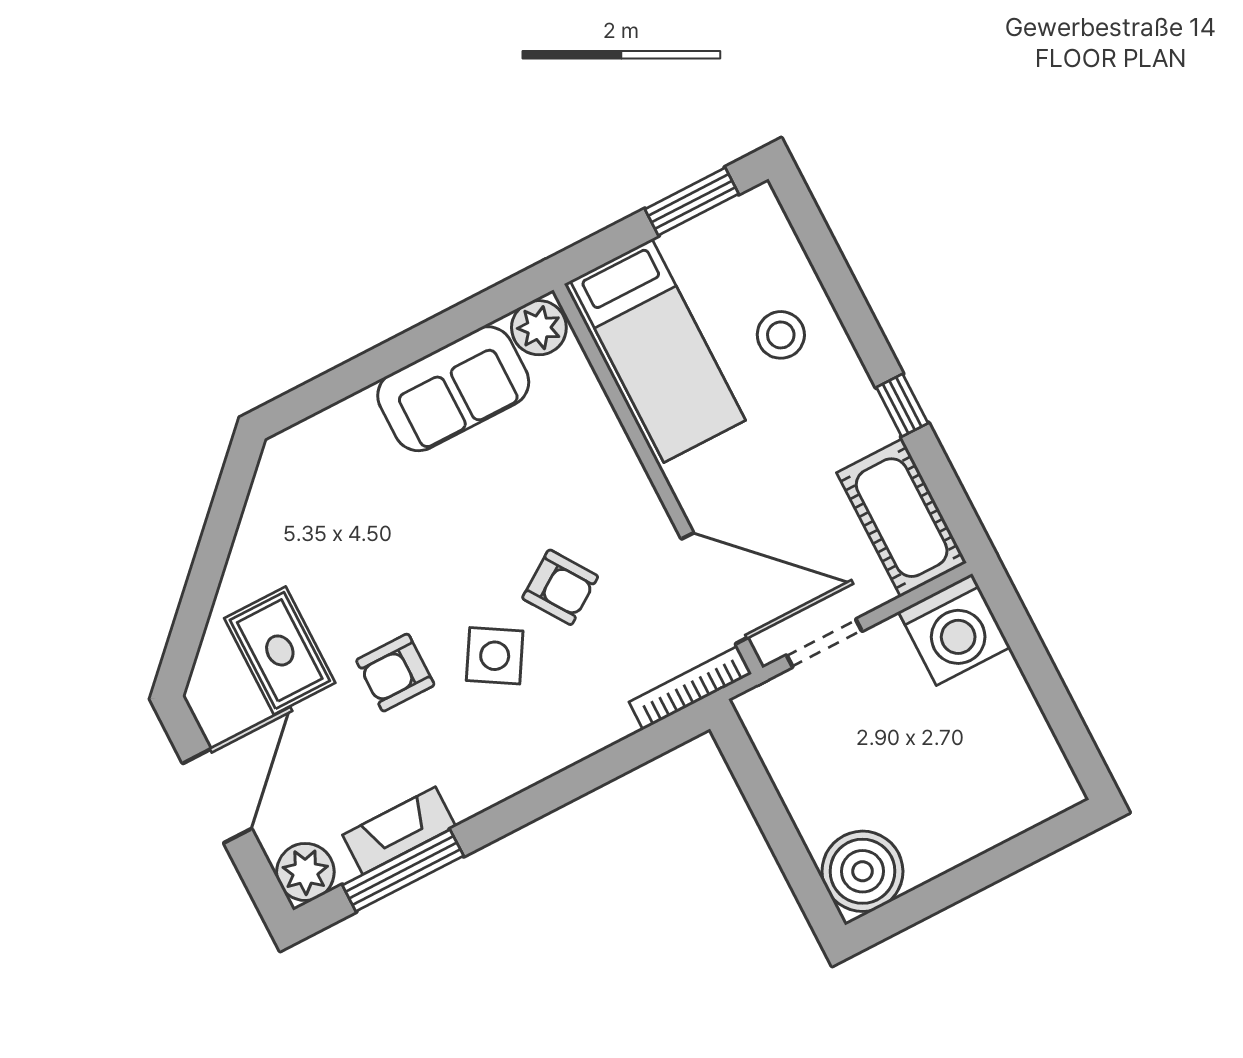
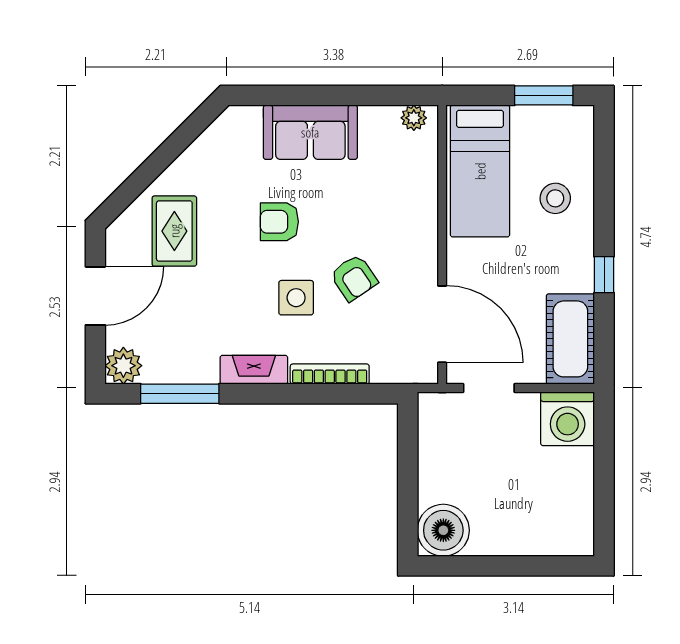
plant: (539, 328) -> (414, 118), width x0.73, depth x0.73
sofa: (453, 389) -> (310, 132), moved
side table: (495, 656) -> (296, 298), turned -31
armchair: (395, 673) -> (279, 222), moved
bookcase: (690, 688) -> (330, 374), moved
fireplace: (399, 831) -> (254, 370), moved

